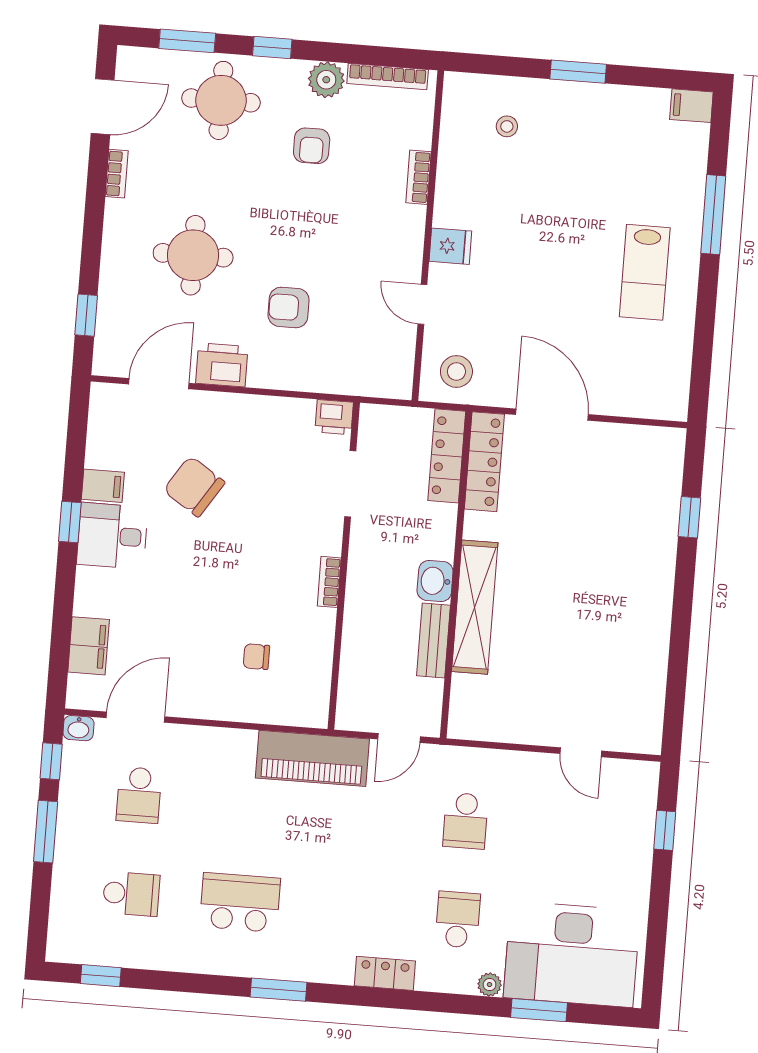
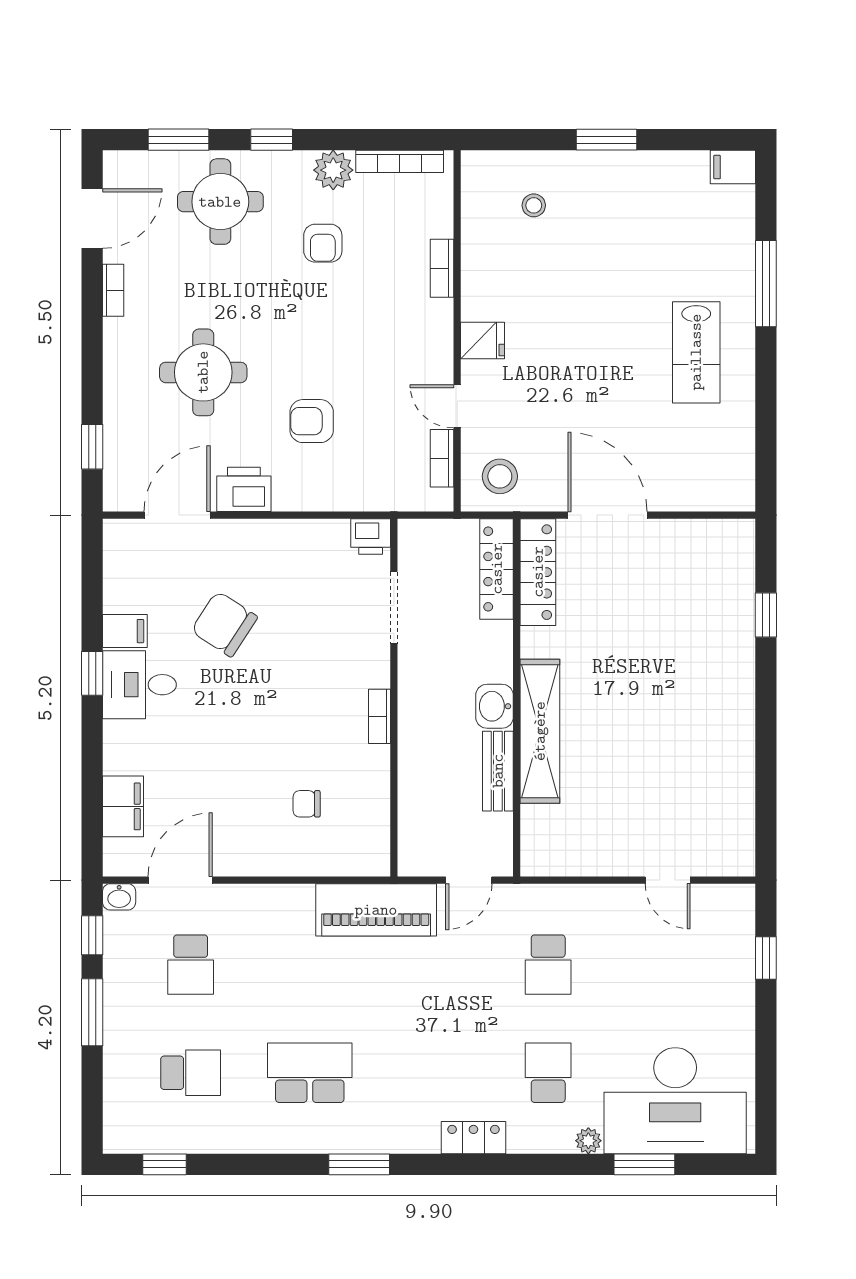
bookcase: (405, 351) -> (442, 458), added

